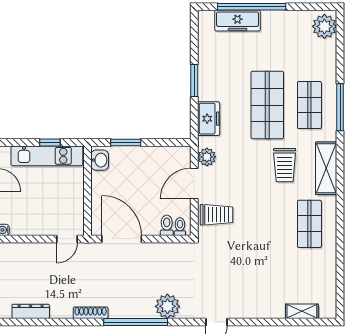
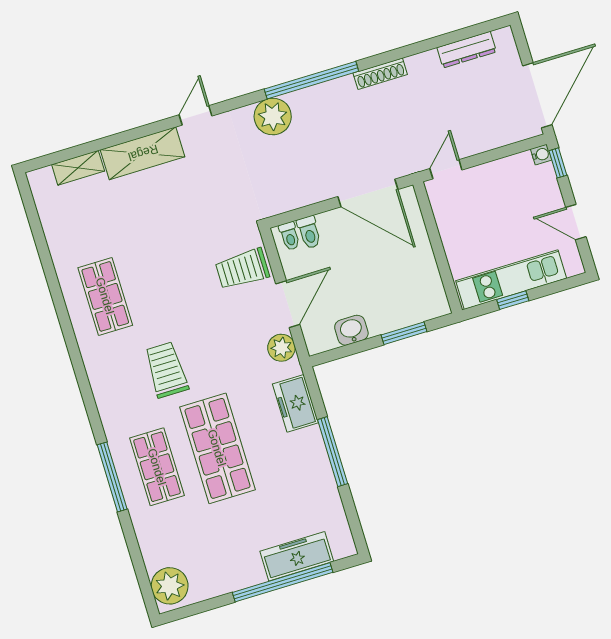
window: (194, 81) -> (333, 452), width x1.44
washbasin: (100, 160) -> (351, 330), moved, turned 90
shelving: (326, 168) -> (143, 153), moved, turned 90

